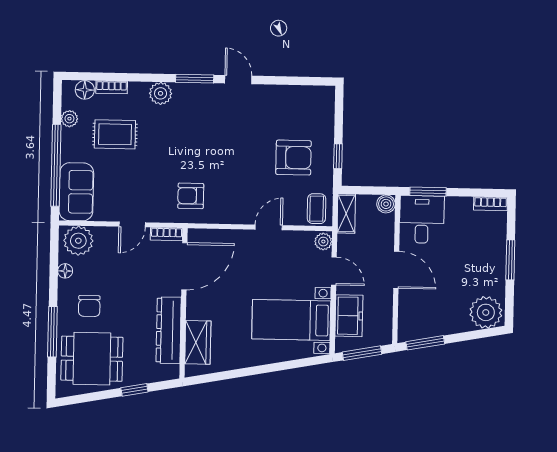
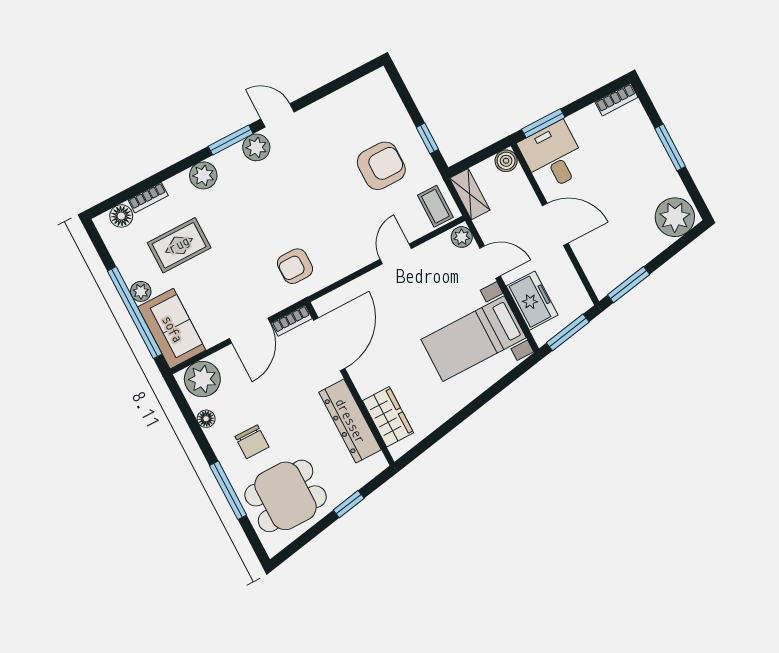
plant: (210, 94) -> (256, 147), added
plant: (69, 119) -> (141, 291), moved
door: (132, 224) -> (250, 331), width x1.38

